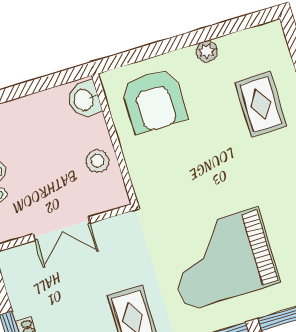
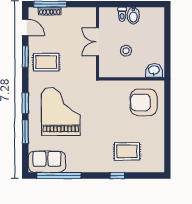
plant: (207, 51) -> (159, 134), removed
stool: (97, 161) -> (126, 51), moved

